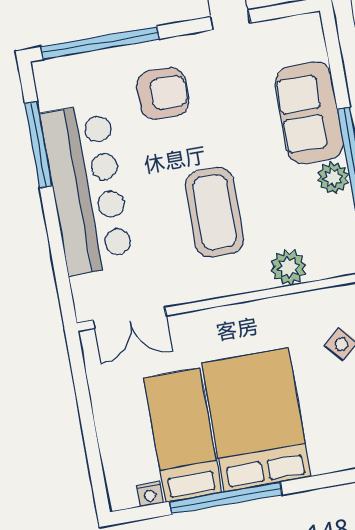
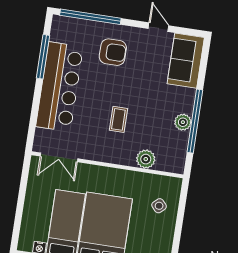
sofa: (309, 113) -> (186, 61), moved
coffee table: (214, 212) -> (118, 119), width x0.54, depth x0.58

